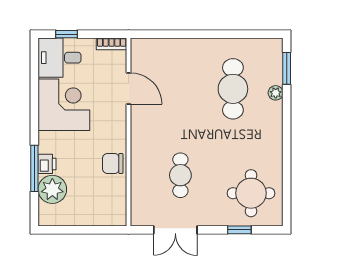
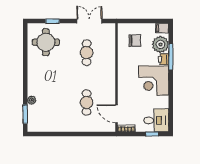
door: (129, 88) -> (116, 114), moved
cafe table: (233, 89) -> (87, 102), moved, width x0.73, depth x0.74
corner desk: (64, 105) -> (154, 81), moved
chair: (113, 164) -> (135, 41), moved
filing cabinet: (49, 218) -> (162, 28), added

